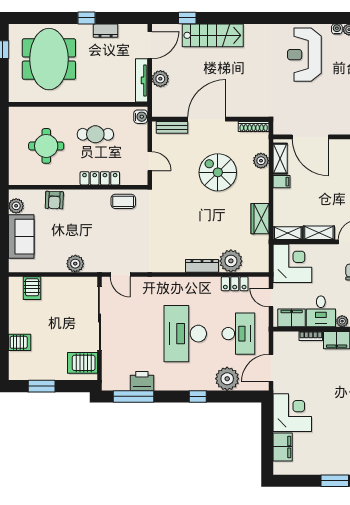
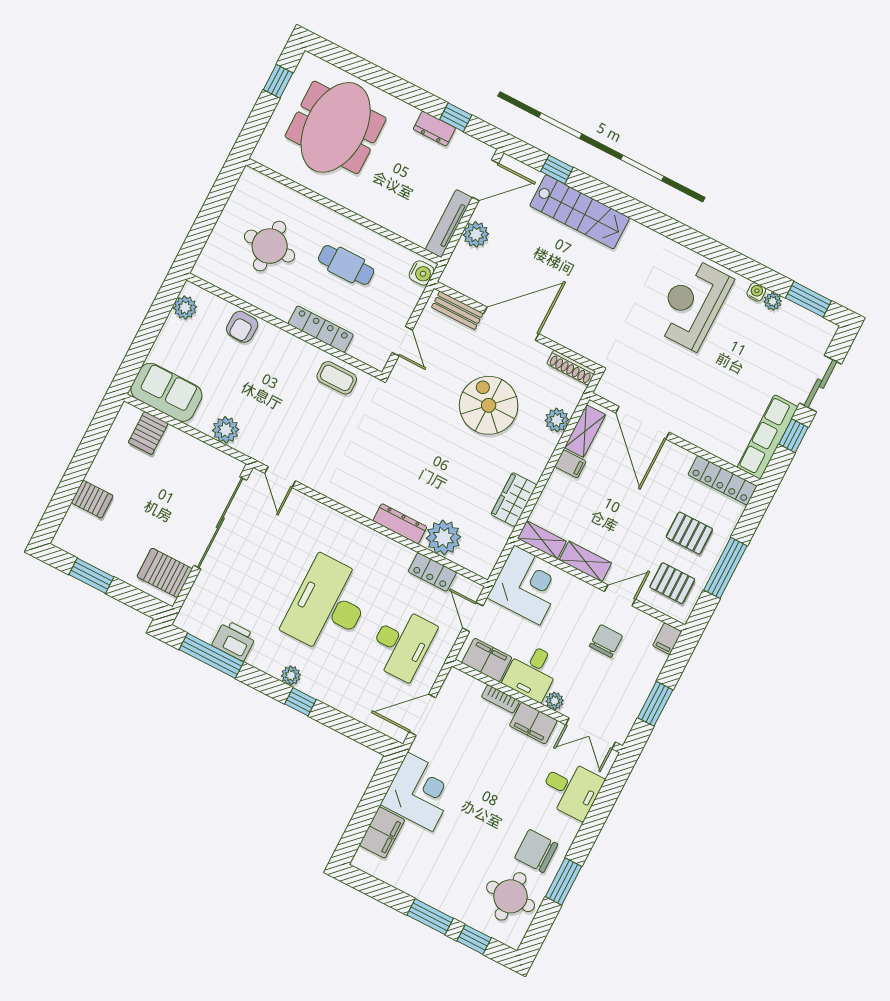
window: (86, 18) -> (456, 117), moved
sofa: (21, 237) -> (166, 392), moved, turned -90
plant: (227, 379) -> (291, 675), moved, width x0.53, depth x0.53

